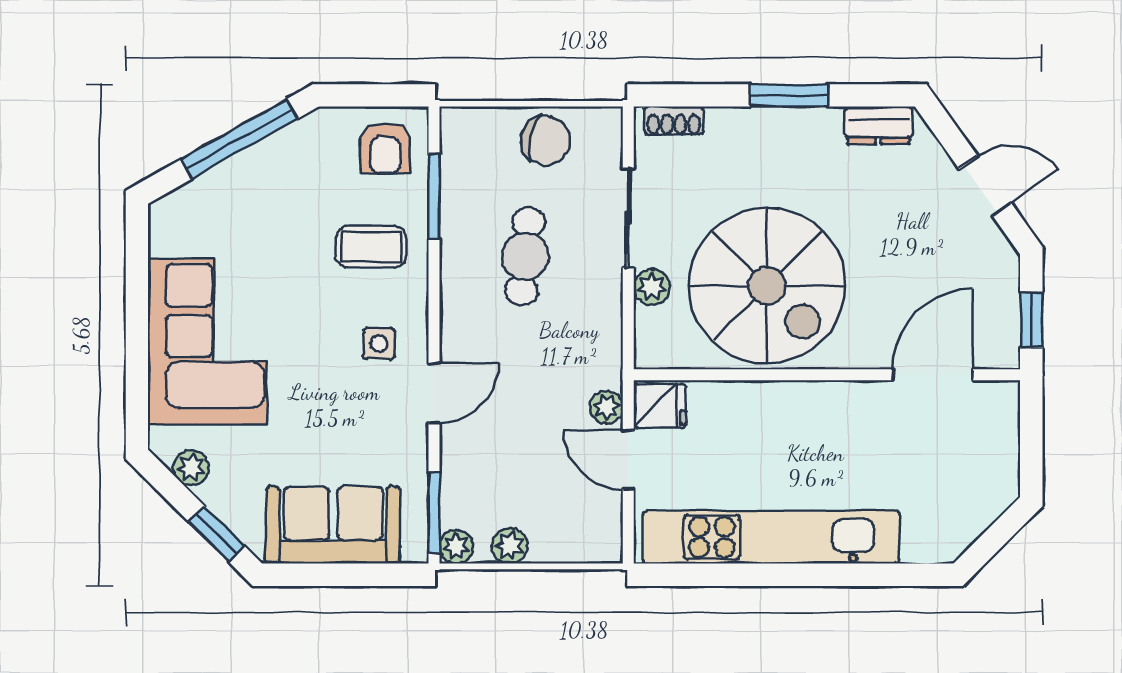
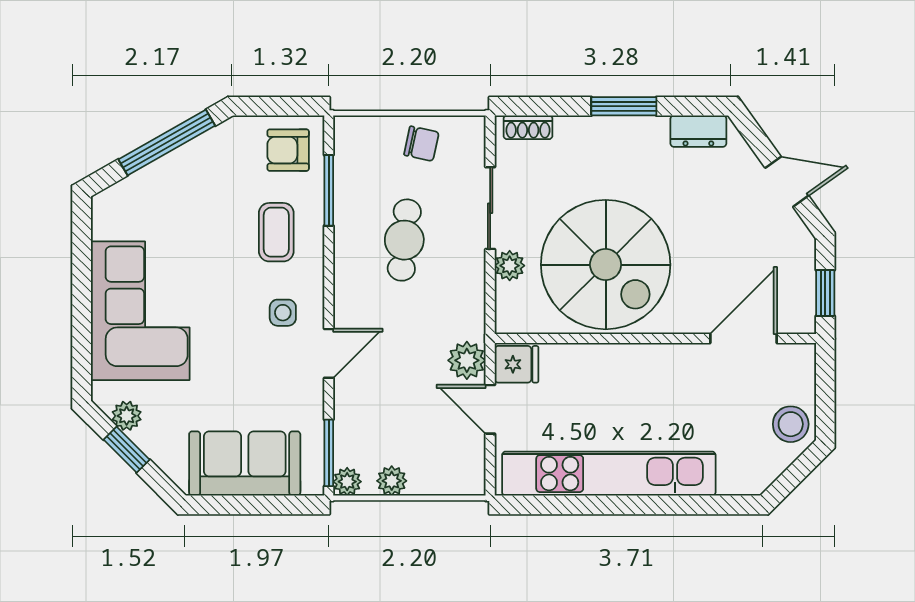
chair: (546, 140) -> (421, 144), width x0.73, depth x0.73
armchair: (385, 148) -> (288, 150), turned 90
coffee table: (371, 247) -> (276, 232), turned 90
plant: (606, 407) -> (467, 360), width x1.38, depth x1.38
stool: (990, 478) -> (791, 424), added
window: (217, 534) -> (127, 450), moved

